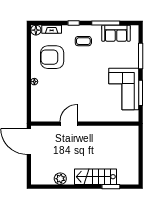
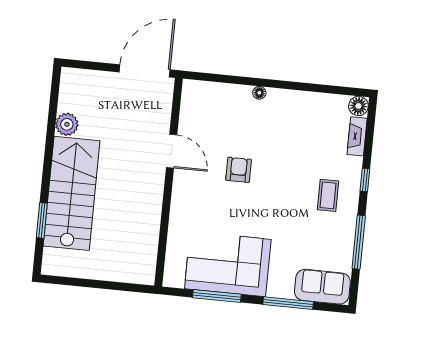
sofa: (116, 33) -> (322, 287), moved, turned 90
armchair: (52, 57) -> (239, 170), moved, width x0.53, depth x0.53
stairs: (95, 177) -> (72, 193), width x1.36, depth x1.51

